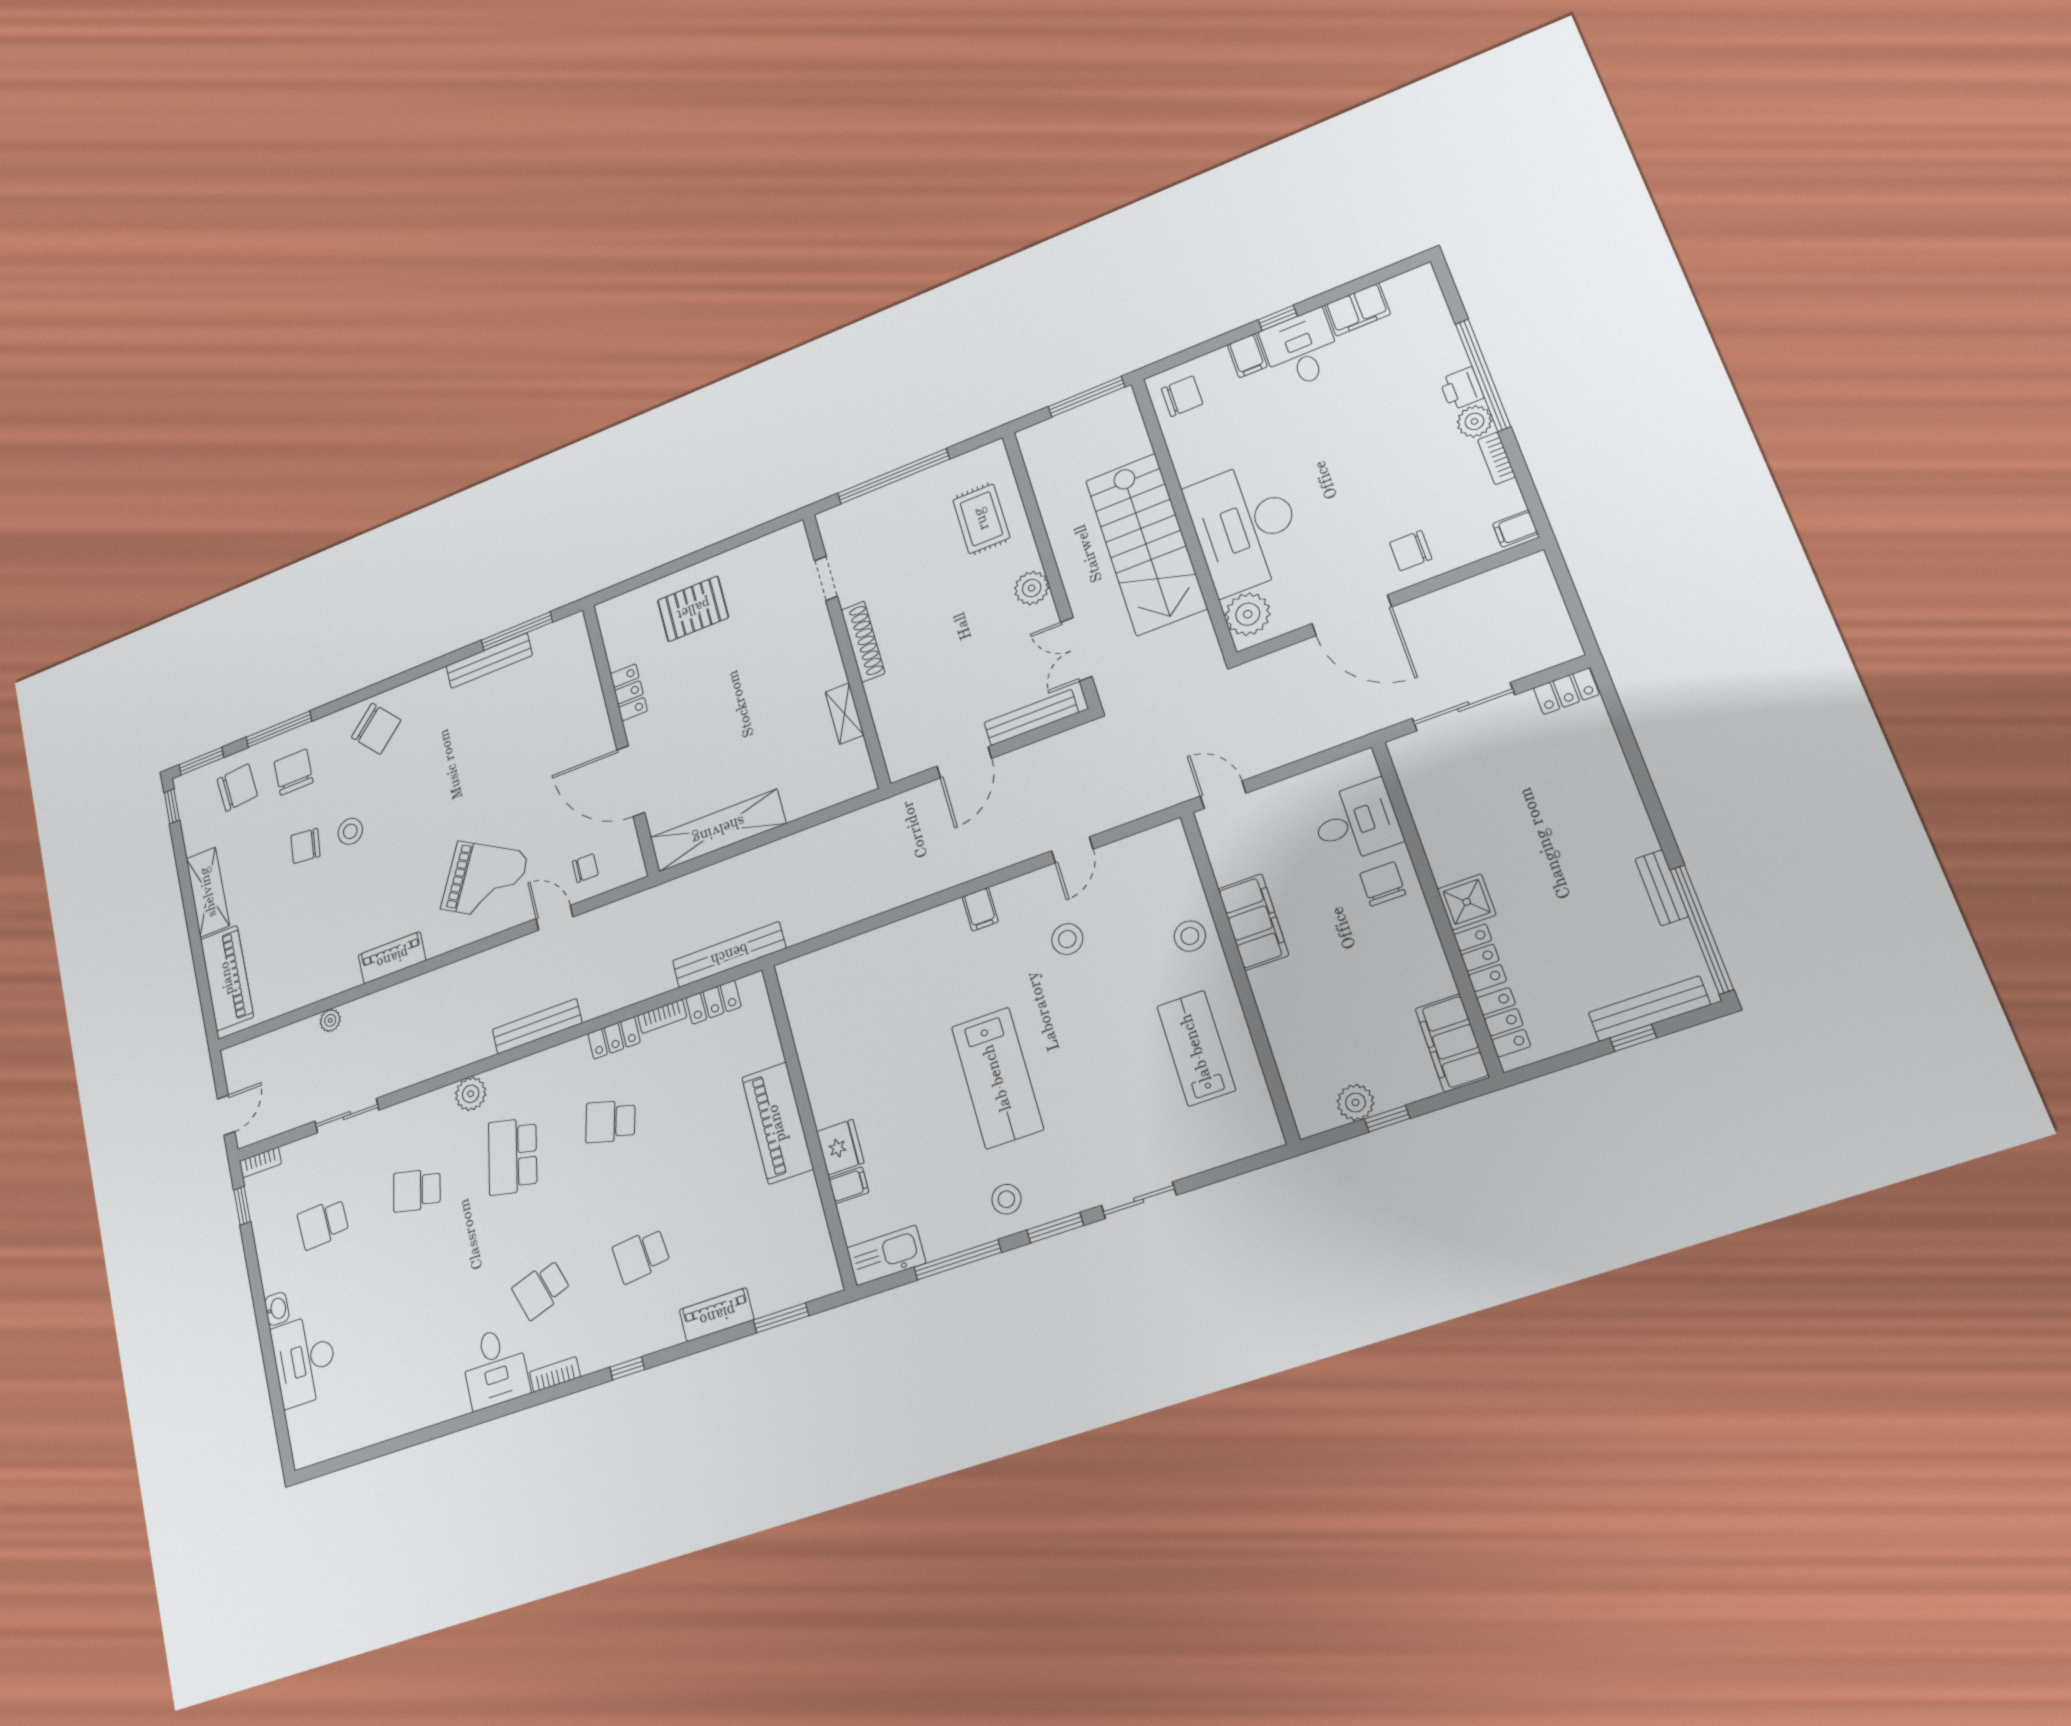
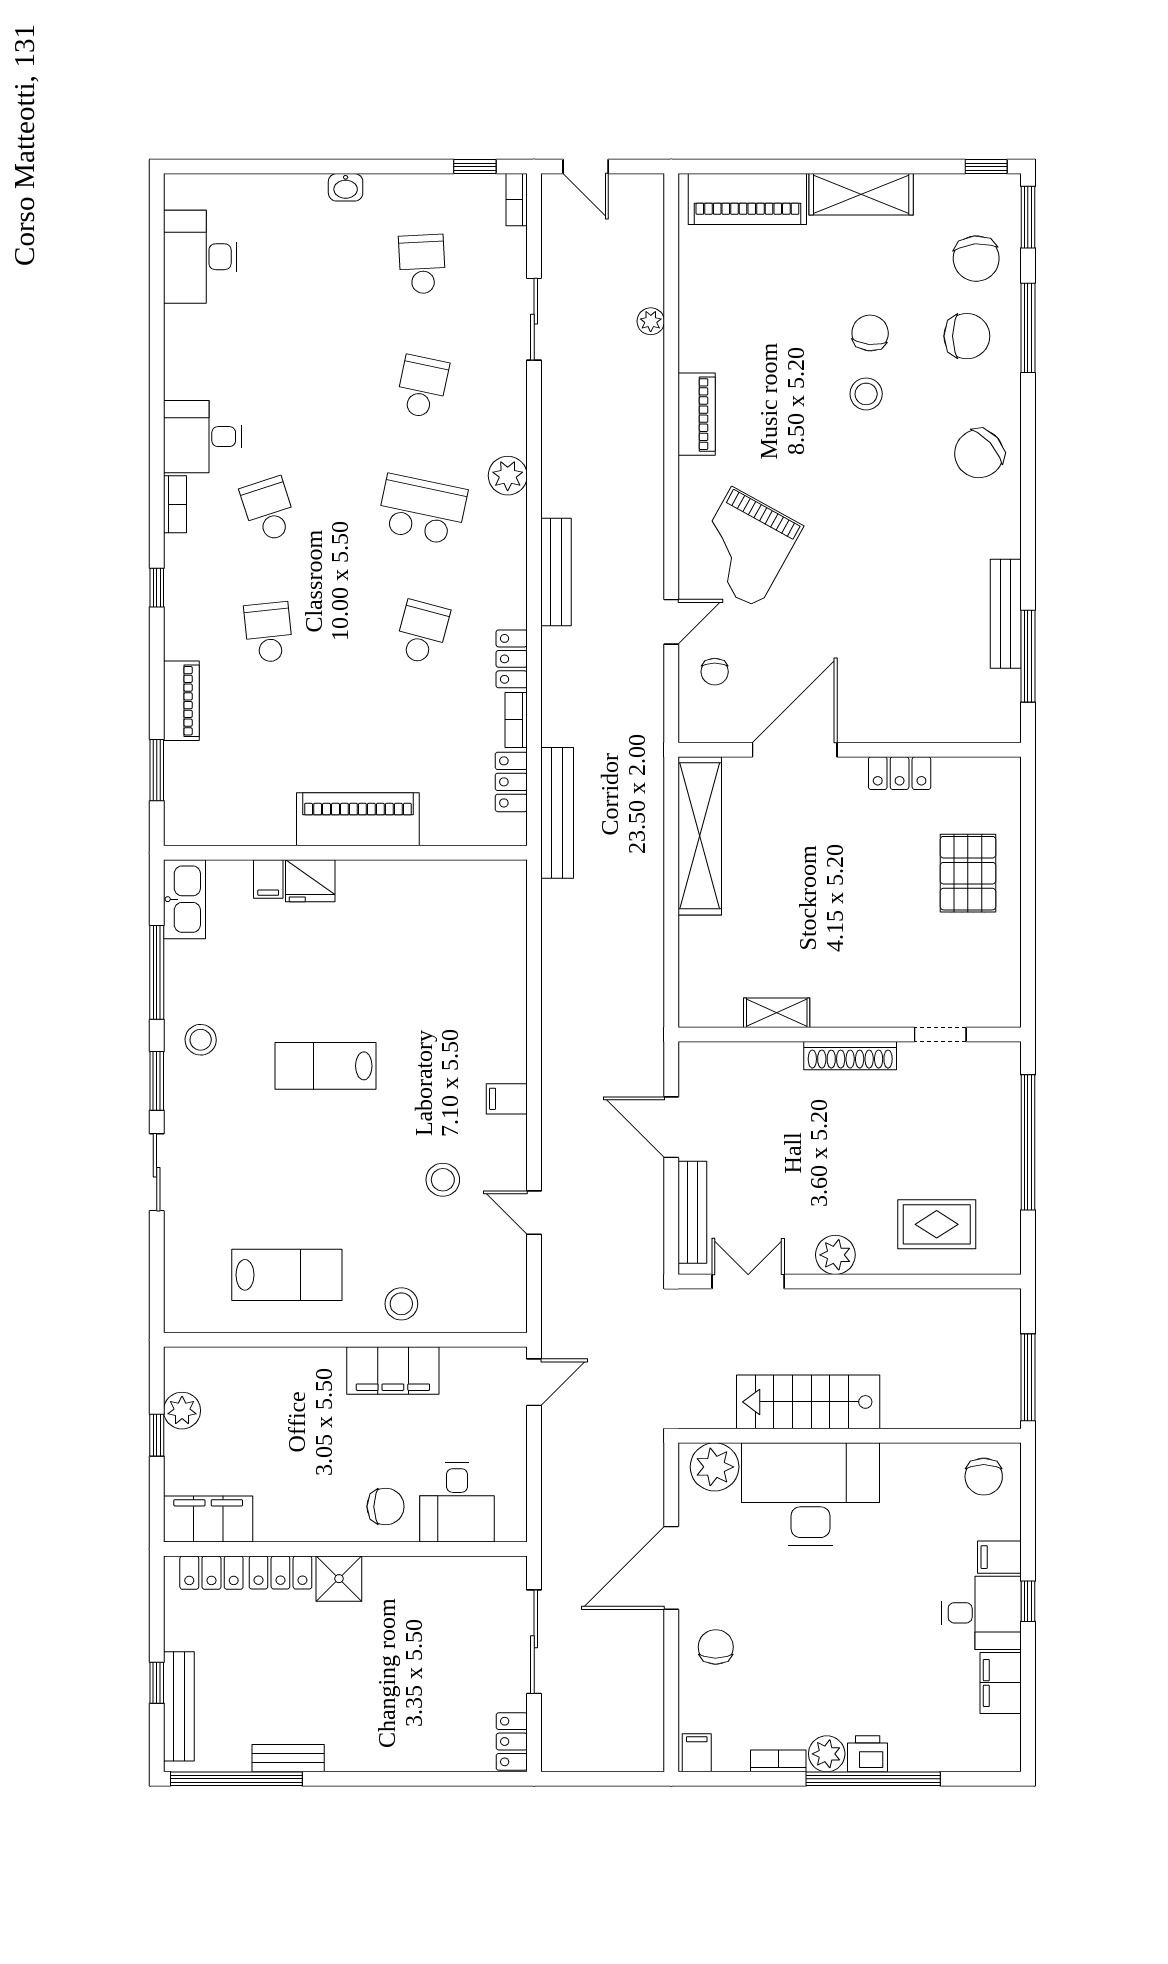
stairs: (1146, 544) -> (808, 1402), width x0.73, depth x0.66
lab bench: (997, 1078) -> (326, 1066), width x0.73, depth x0.72
desk: (304, 1360) -> (200, 257), moved, turned -90

